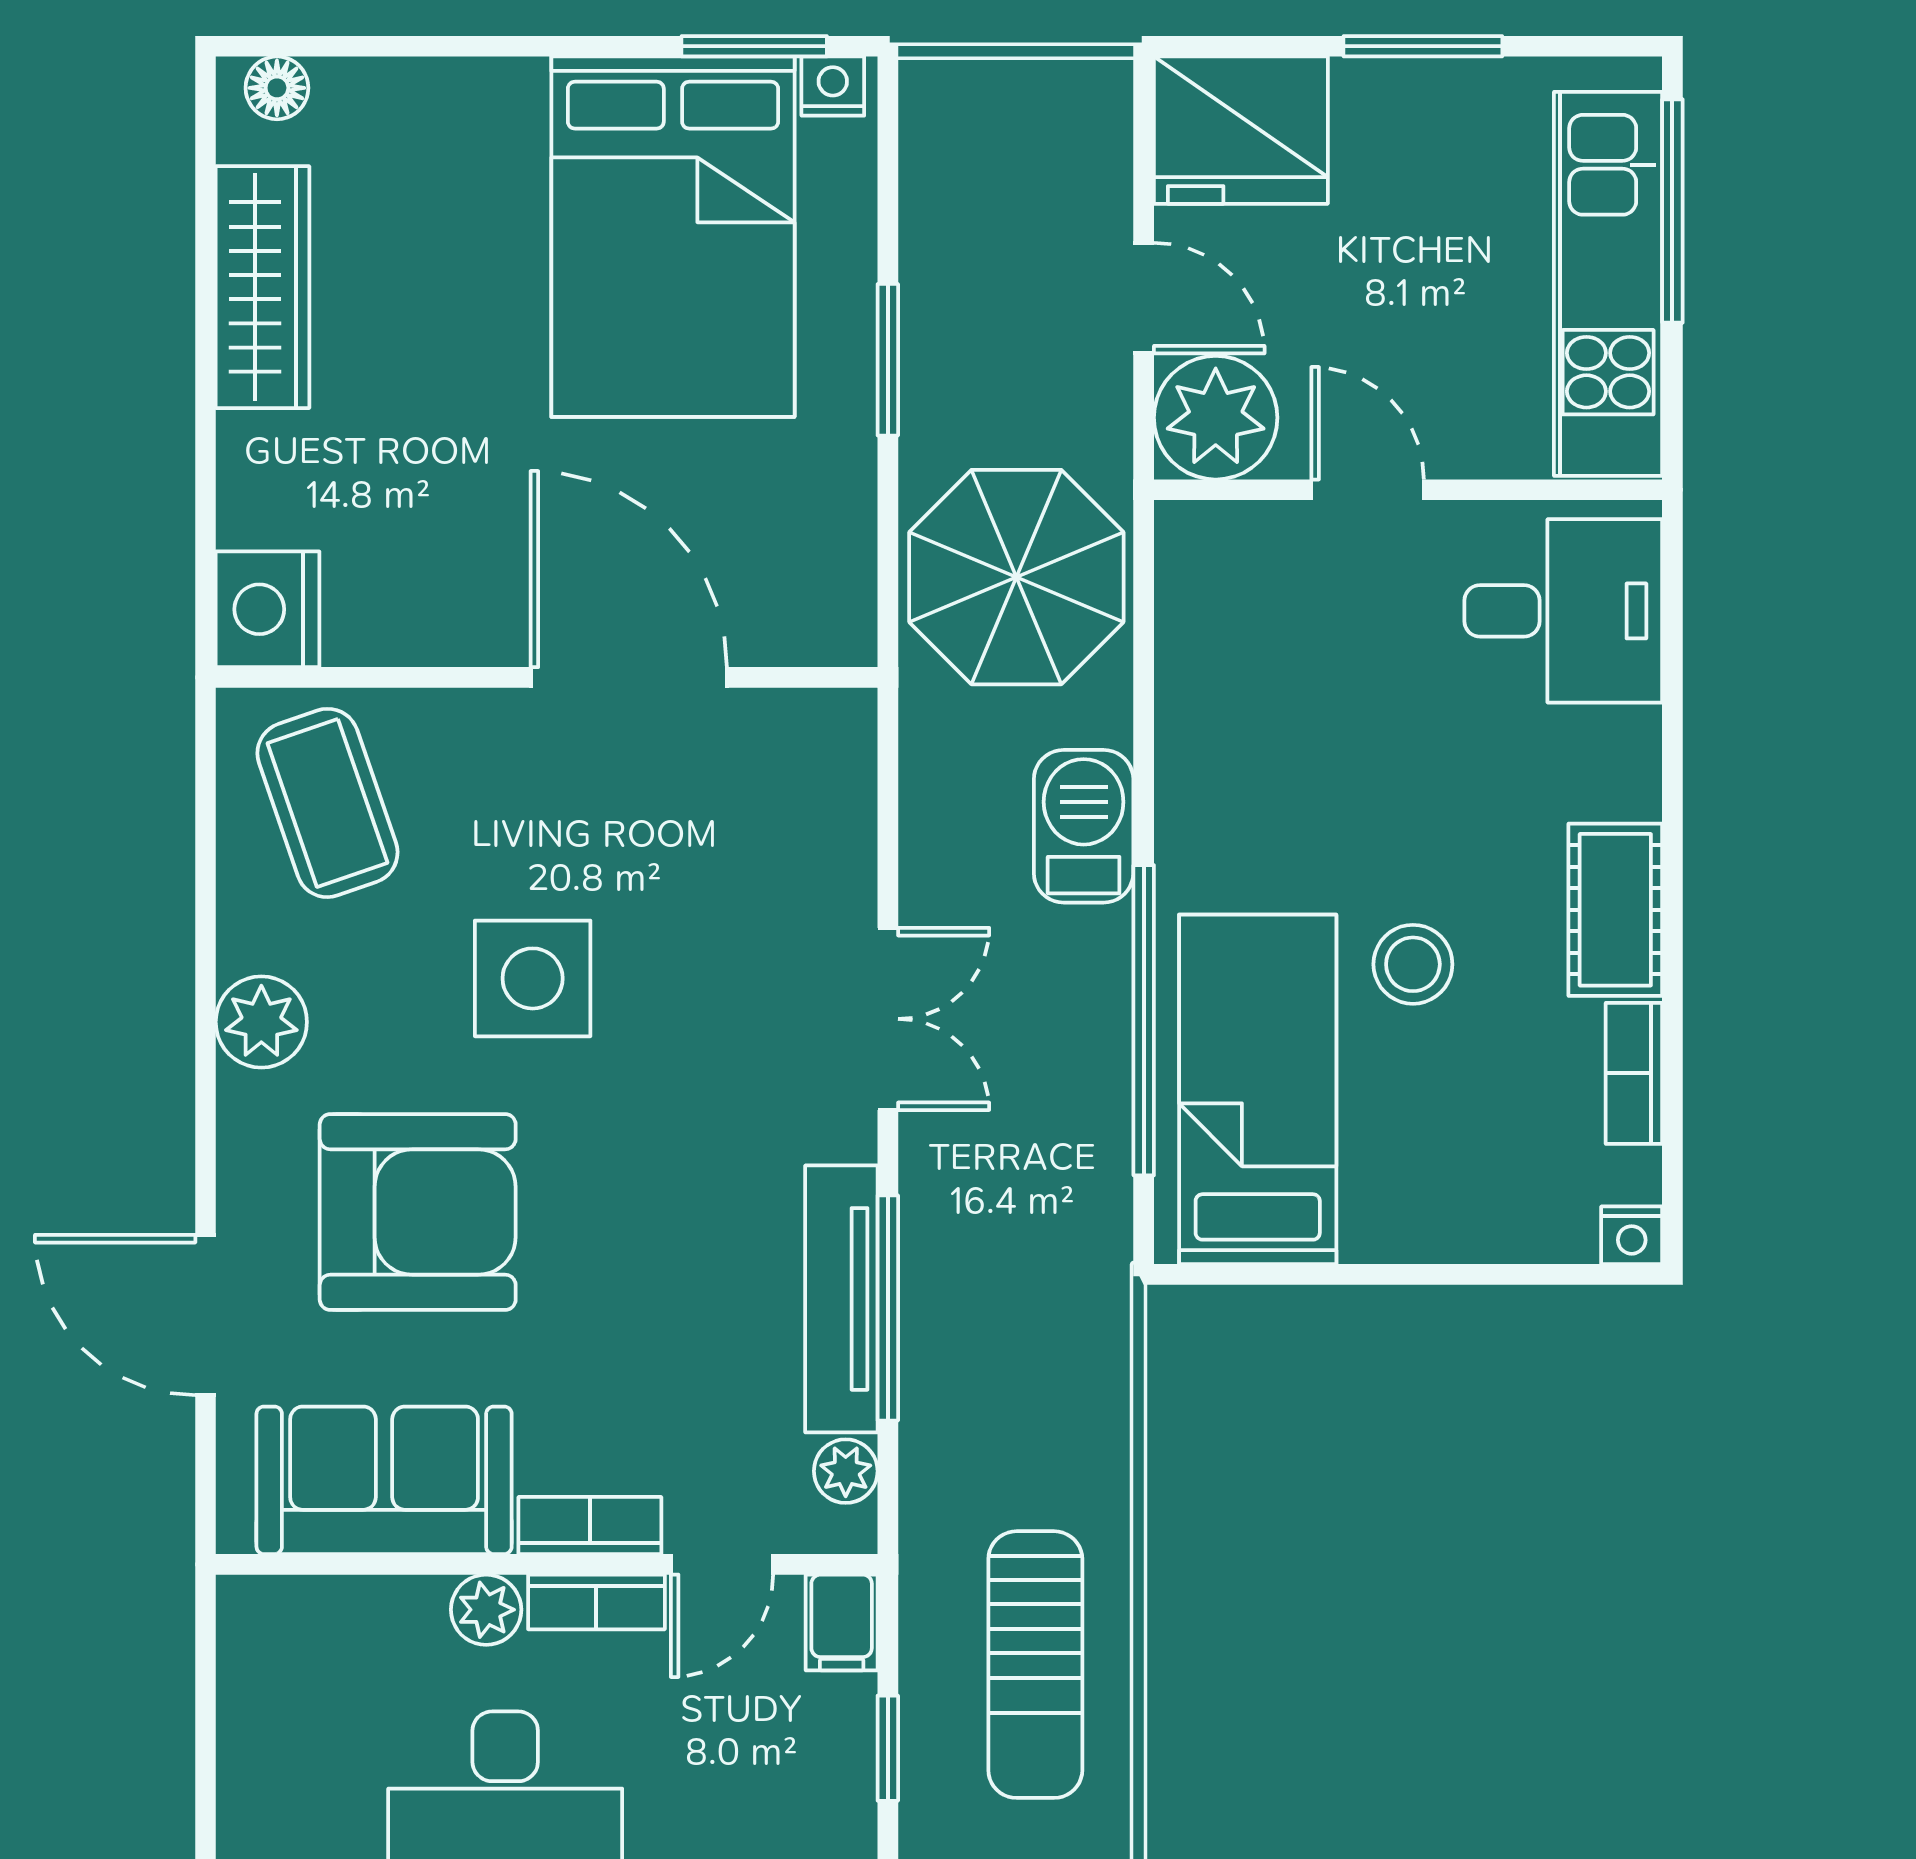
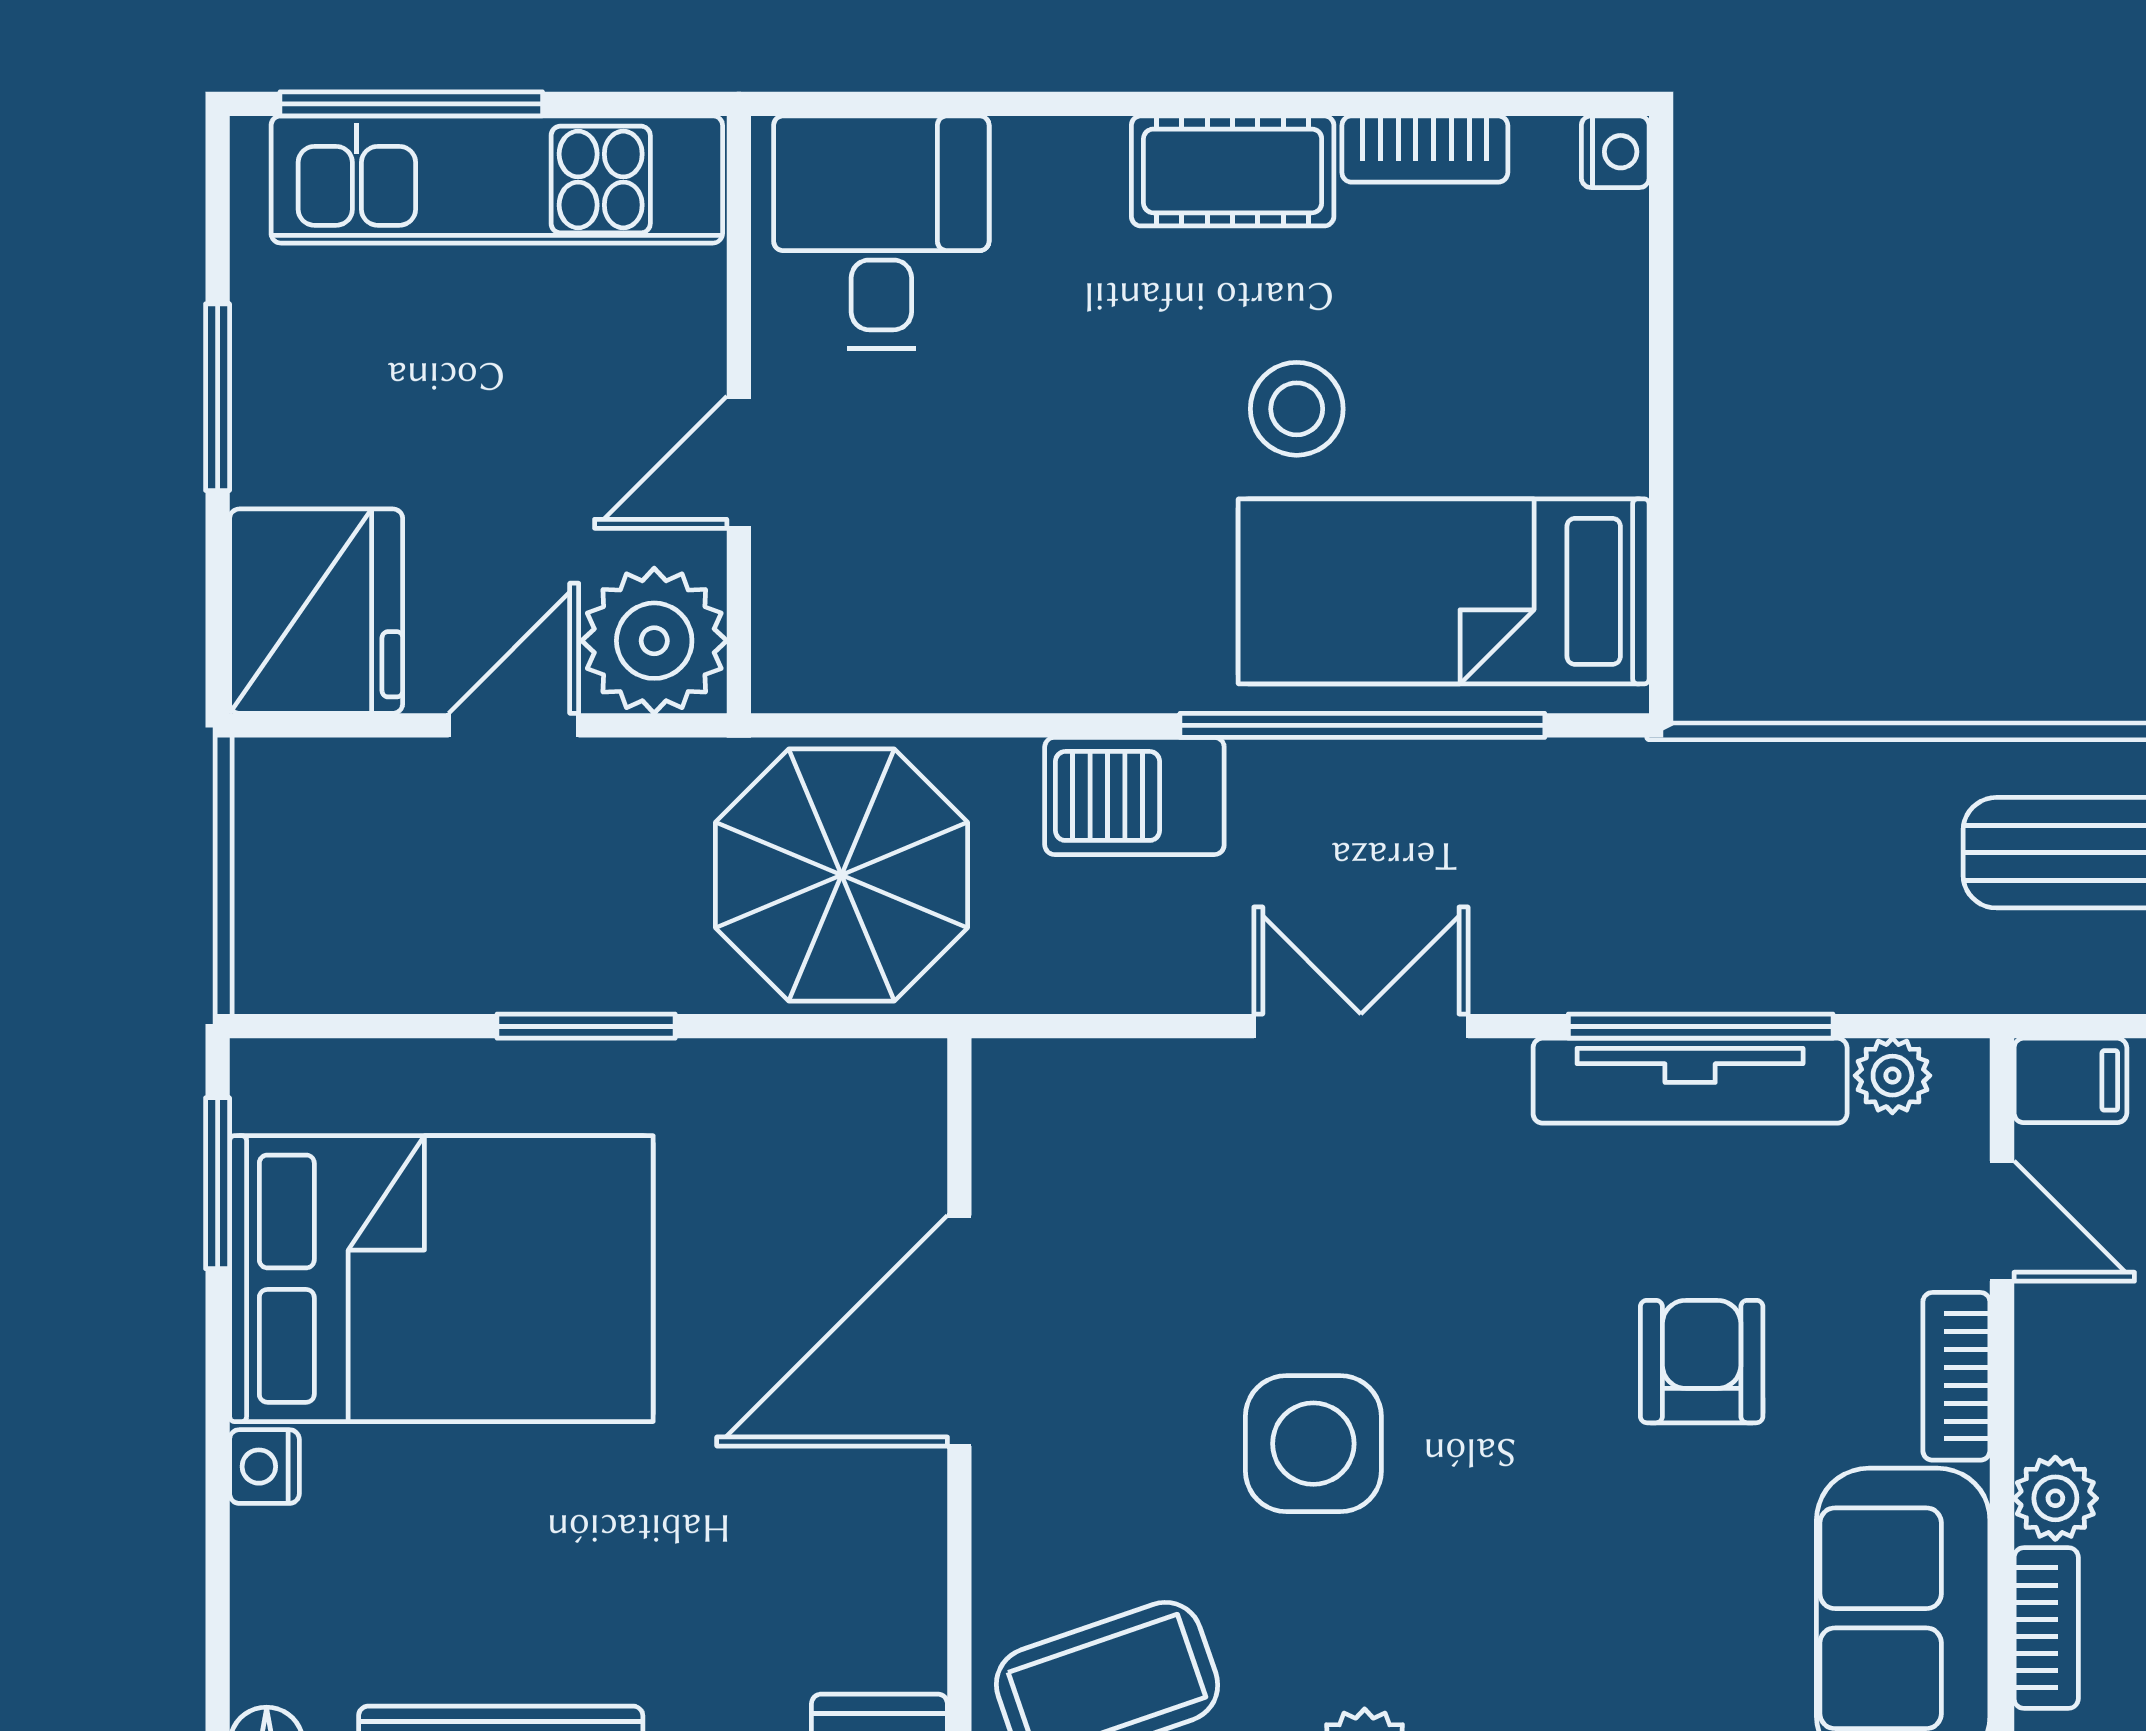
nightstand: (833, 86) -> (264, 1467), moved
armchair: (418, 1212) -> (1702, 1362), moved, width x0.53, depth x0.53
bookcase: (596, 1602) -> (2046, 1628), moved

